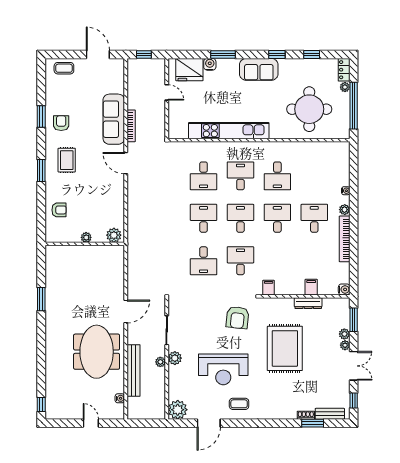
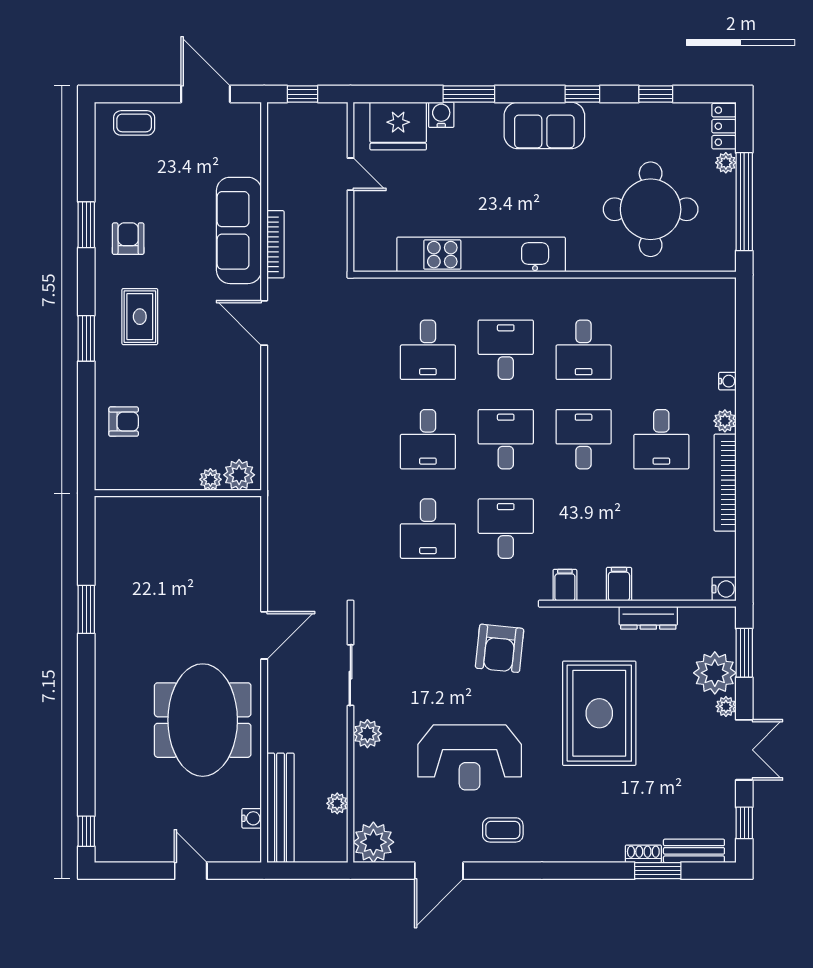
desk: (204, 218) -> (428, 439), turned 180
desk: (314, 218) -> (661, 439), turned 180
plant: (86, 237) -> (210, 479), moved
filing cabinet: (311, 287) -> (619, 584), moved
plant: (344, 334) -> (715, 673), width x1.88, depth x1.88
plant: (160, 362) -> (337, 803), moved
bench: (134, 370) -> (281, 808), moved

